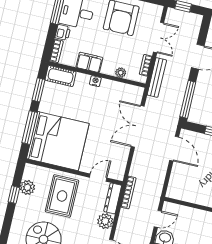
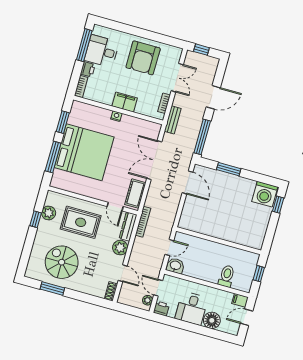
filing cabinet: (89, 62) -> (125, 102), moved
plant: (121, 73) -> (140, 109), removed
cot: (61, 76) -> (135, 194), moved, turned 90
bench: (157, 77) -> (173, 120), width x0.73
bed: (58, 141) -> (84, 152), moved
door: (98, 178) -> (115, 207), swing flipped
rug: (62, 196) -> (81, 222), turned 90

